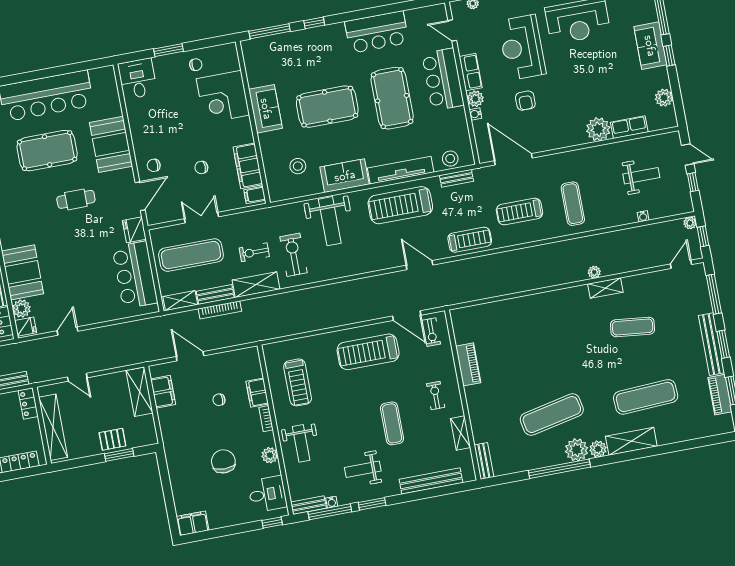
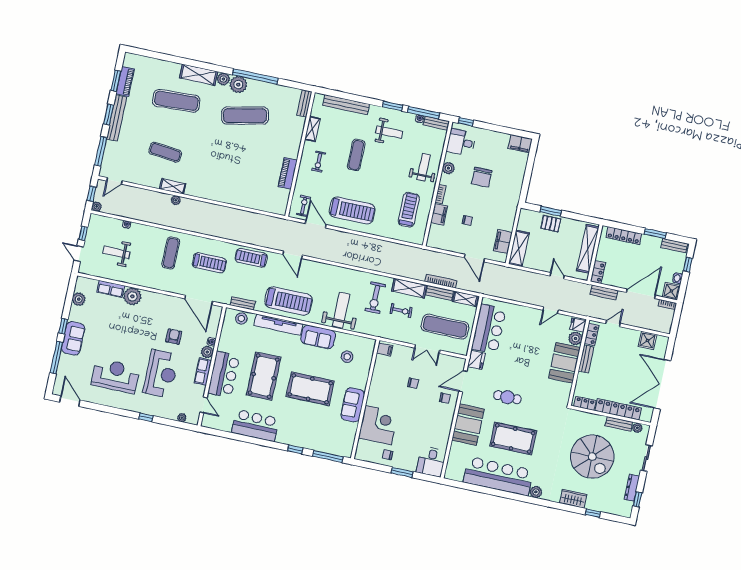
filing cabinet: (248, 166) -> (381, 371), removed

